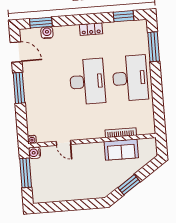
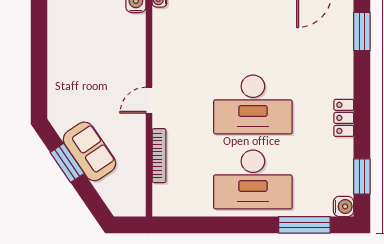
water cooler: (47, 33) -> (344, 206), moved
door: (64, 143) -> (149, 100), moved
sofa: (121, 150) -> (89, 151), moved, turned 146

